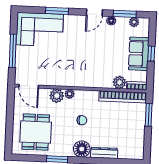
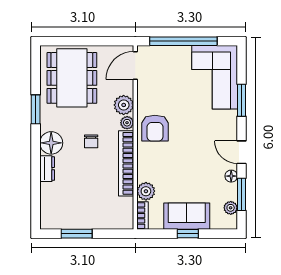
window: (13, 51) -> (183, 41), width x1.46
armchair: (74, 74) -> (155, 128), added
bookcase: (123, 97) -> (126, 163), moved
window: (149, 115) -> (77, 234), moved
dining table: (36, 132) -> (72, 78), width x1.38
dresser: (104, 153) -> (47, 169), width x0.70

